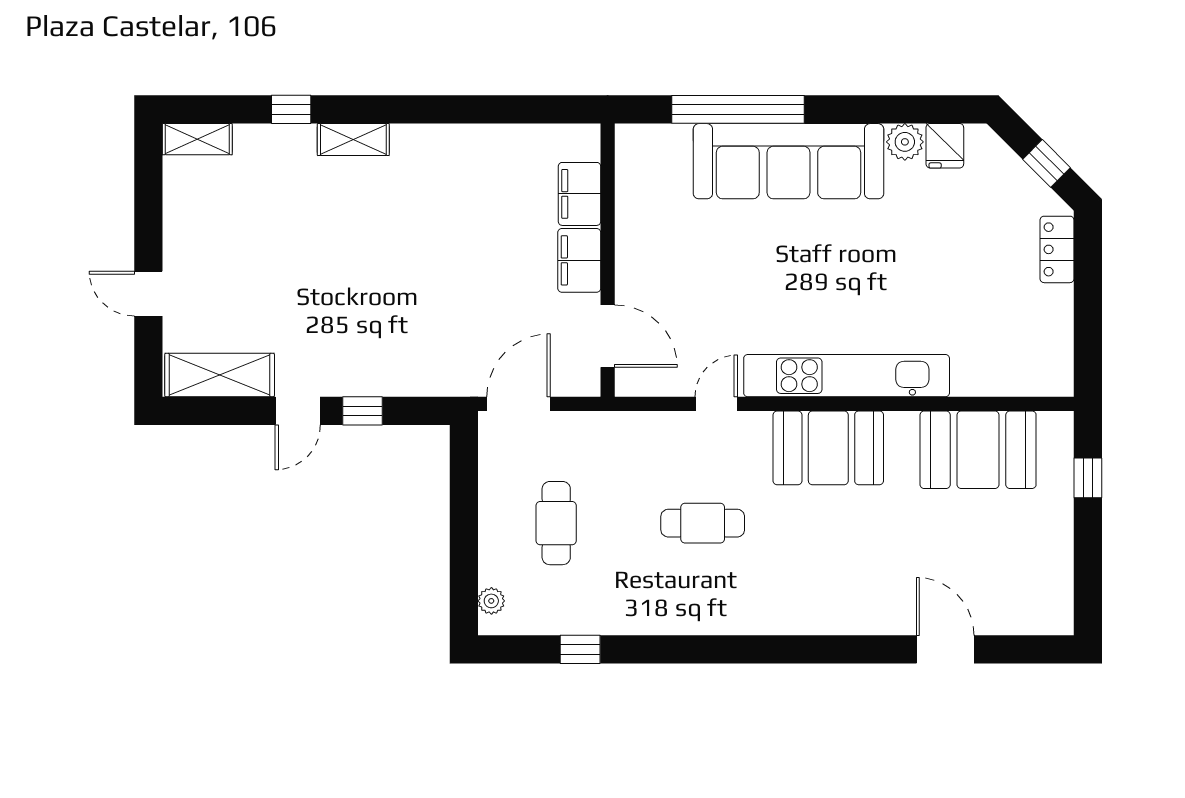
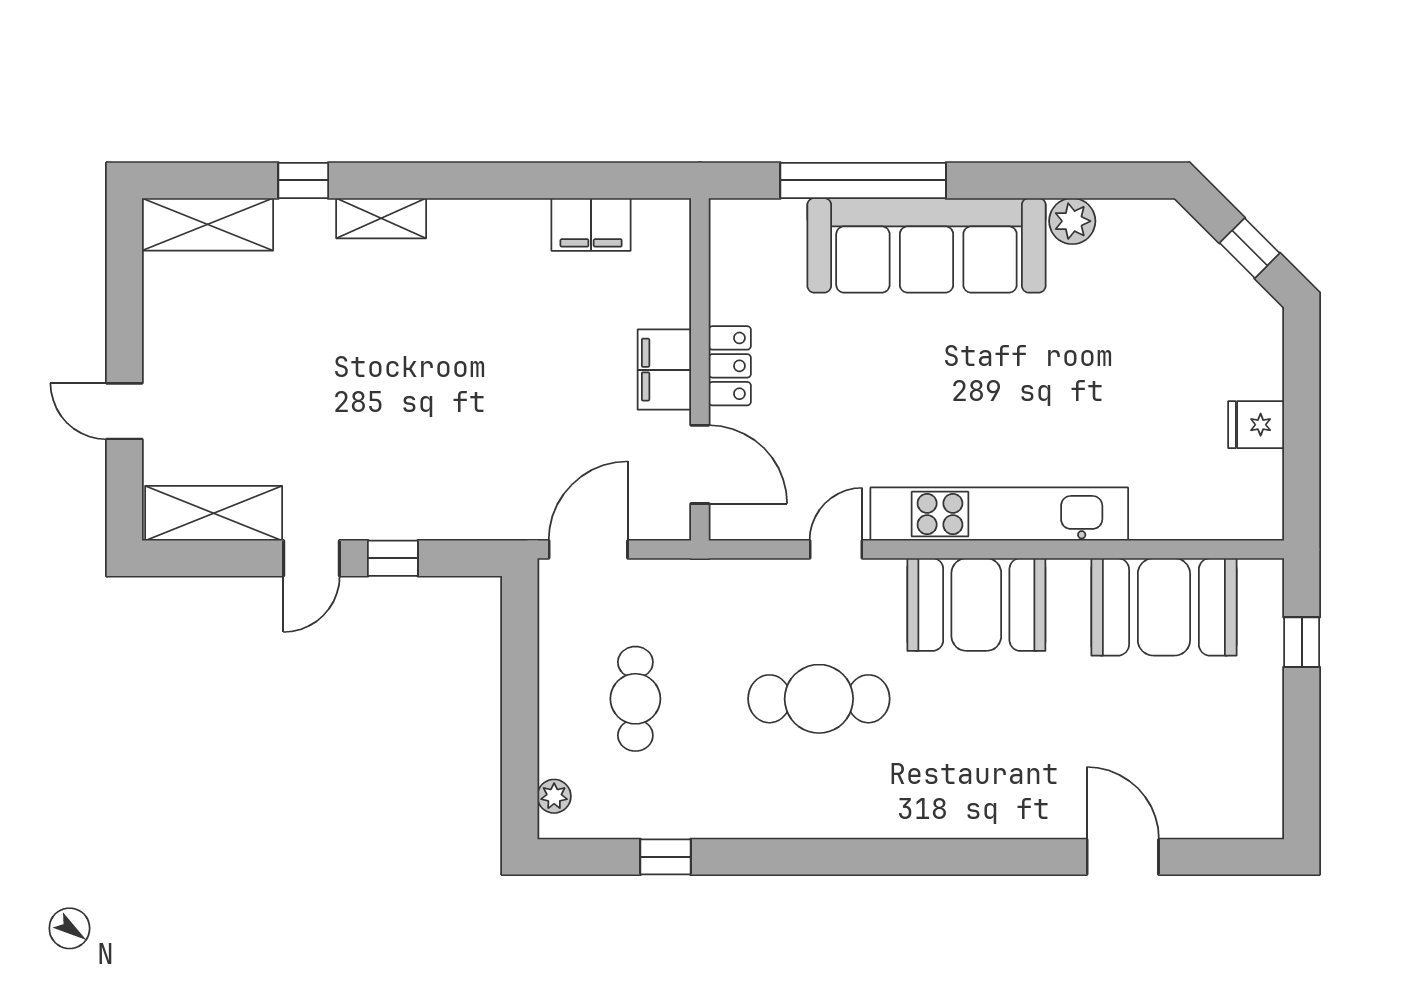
shelving: (197, 139) -> (208, 224), width x1.50, depth x1.33
fridge: (945, 146) -> (1256, 425), moved, turned 90
filing cabinet: (579, 194) -> (591, 224), moved, turned -90
locker: (1057, 249) -> (730, 366), moved, turned 180
cafe table: (703, 523) -> (819, 699), width x1.37, depth x1.35

